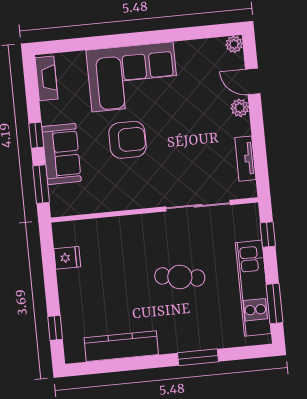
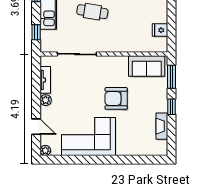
corner sofa: (133, 77) -> (89, 137), moved
fireplace: (46, 78) -> (162, 126), moved
plant: (240, 108) -> (46, 100), moved
sofa: (62, 154) -> (147, 66), moved, turned -90

